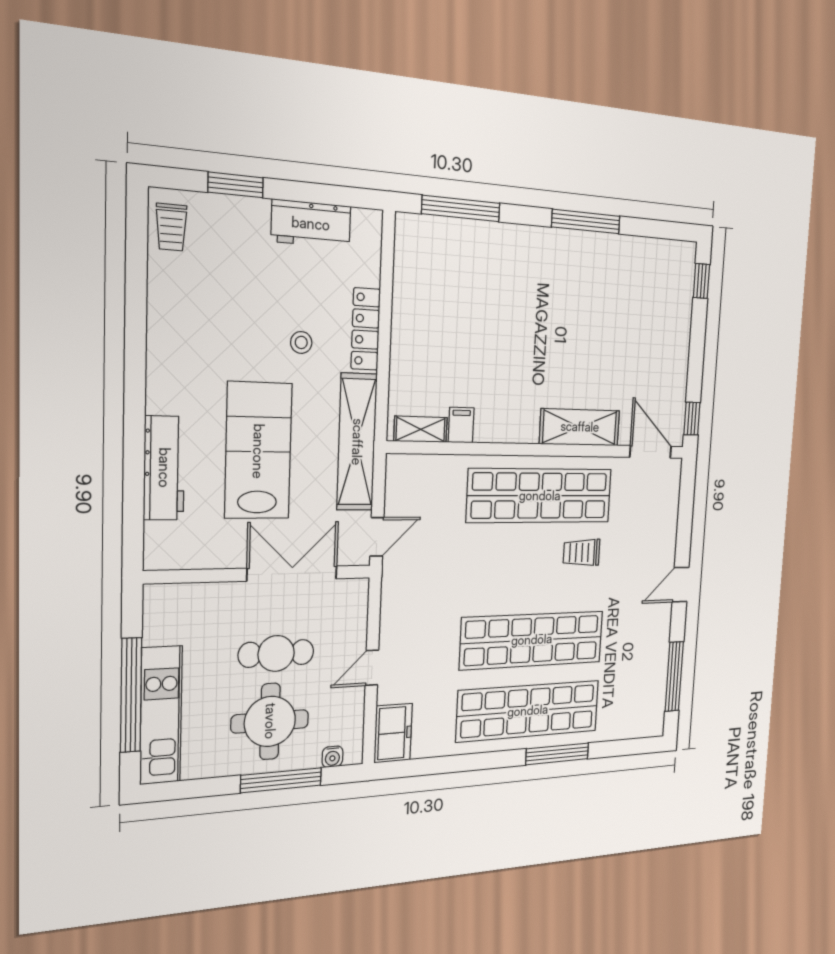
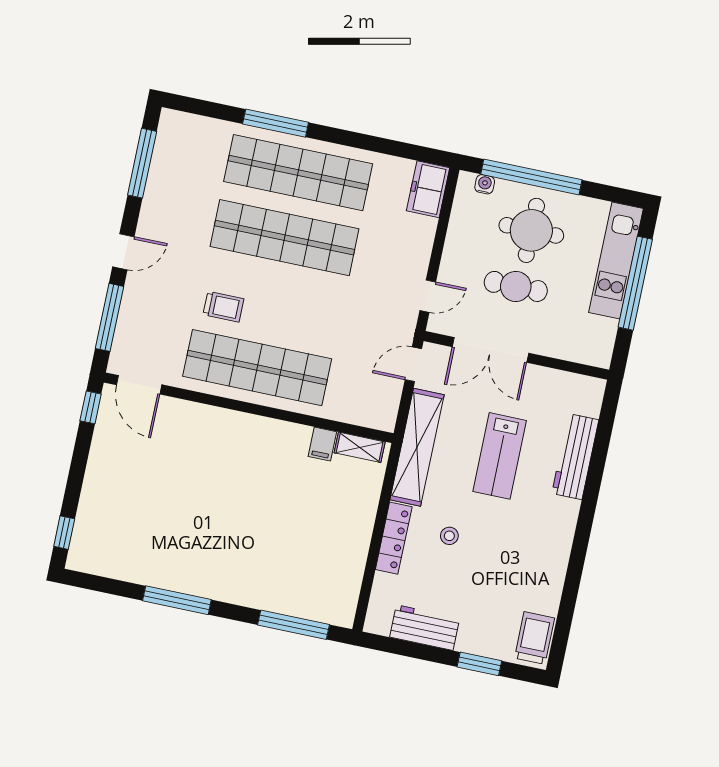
trolley: (171, 227) -> (534, 638), width x1.36, depth x1.39
shelving: (580, 427) -> (209, 421), removed
lab bench: (258, 451) -> (500, 456), width x0.73, depth x0.72
window: (685, 515) -> (110, 317), added
door: (372, 668) -> (428, 296), moved
window: (281, 780) -> (531, 177), width x1.46

